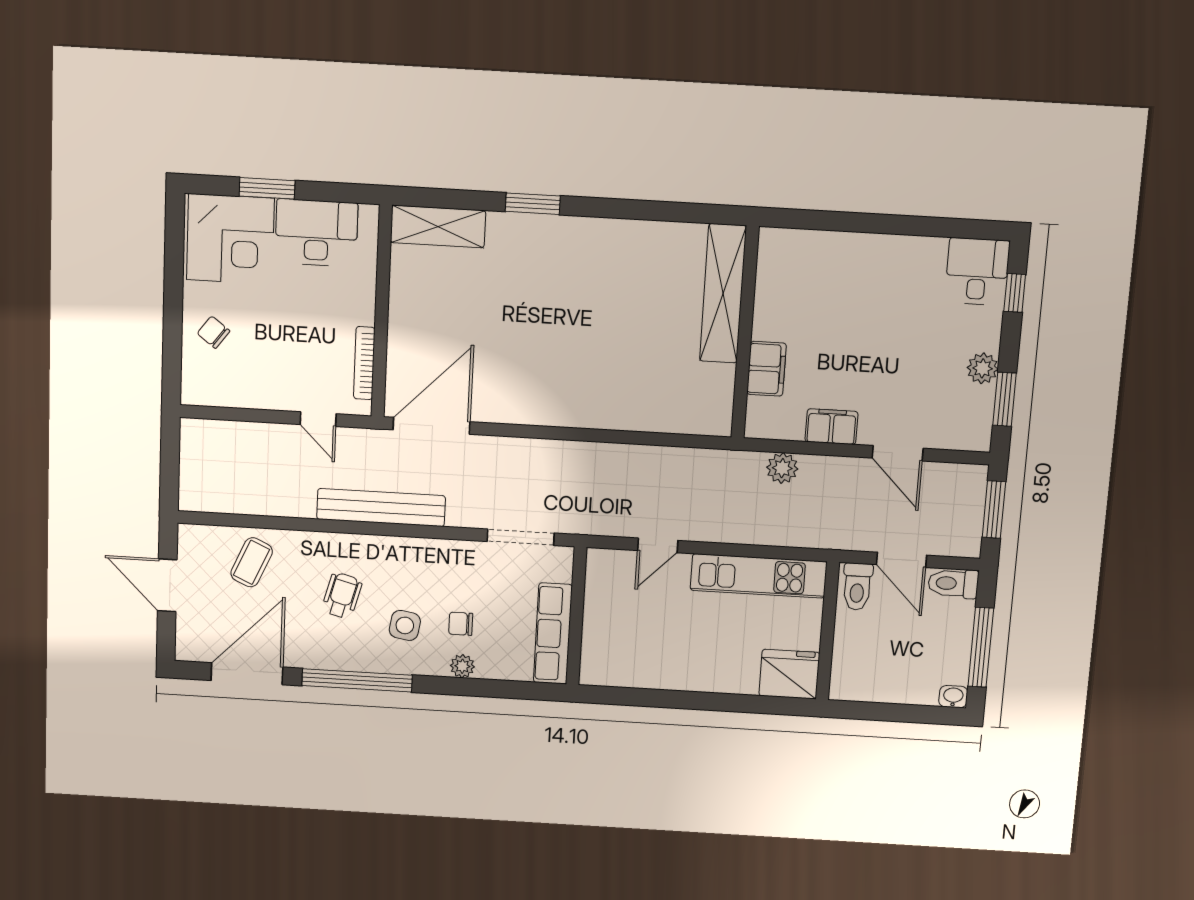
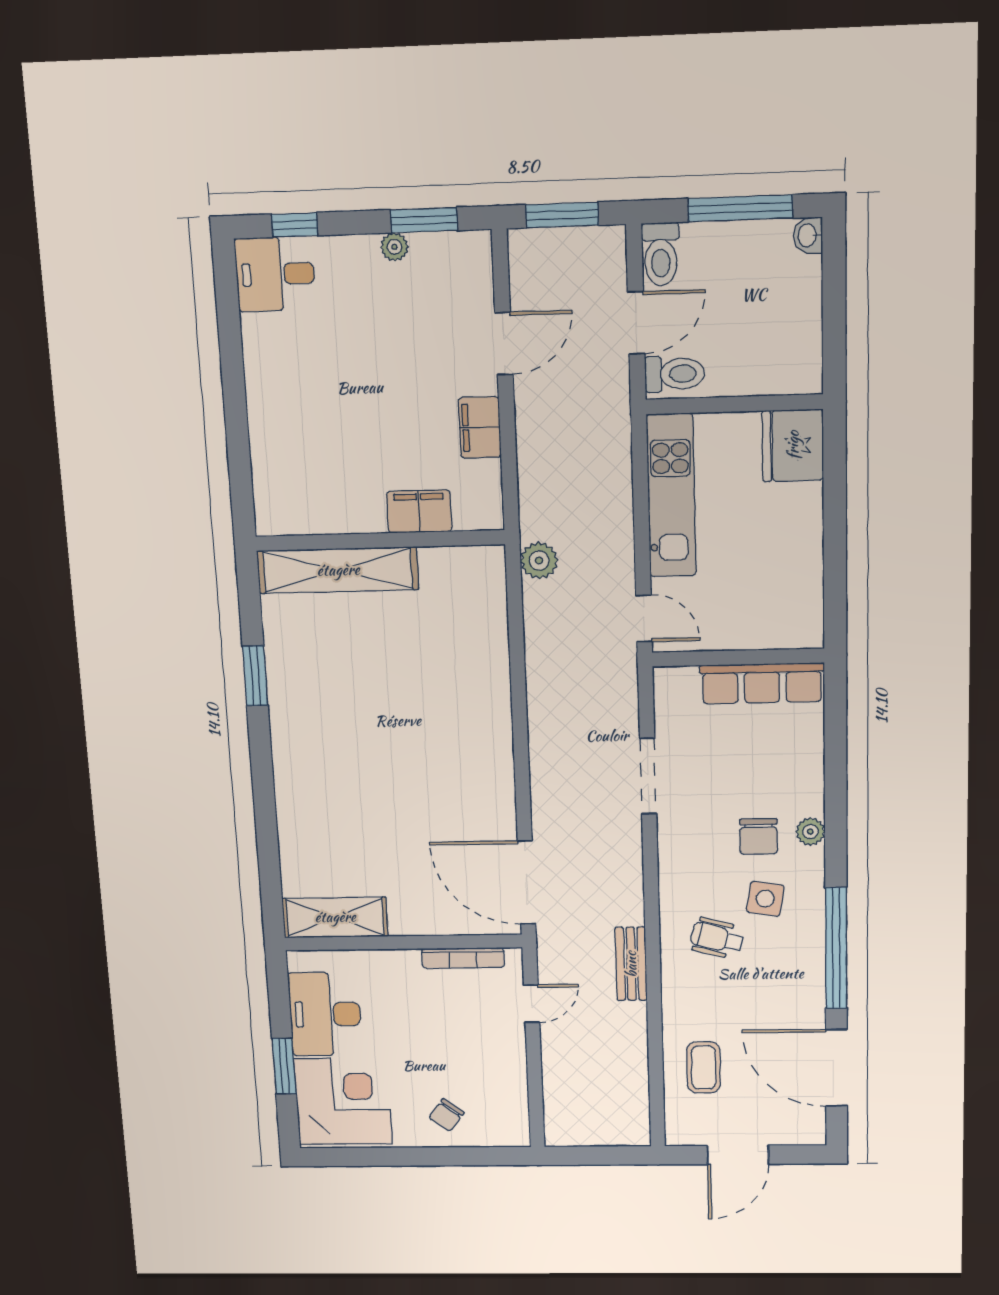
window: (533, 204) -> (255, 676), moved
shelving: (438, 227) -> (335, 917), moved, turned 90
plant: (983, 368) -> (394, 247), width x0.73, depth x0.73
plant: (782, 468) -> (539, 560), moved
bench: (381, 508) -> (631, 964), width x0.54, depth x0.82
coffee table: (252, 562) -> (704, 1067), turned 66
wheelchair: (342, 596) -> (717, 938), moved
wall: (576, 616) -> (738, 658), moved
chair: (461, 624) -> (758, 837), width x1.37, depth x1.37
row of seats: (553, 634) -> (762, 683), moved

